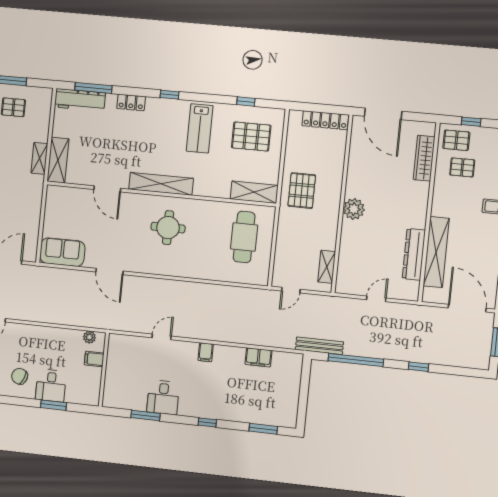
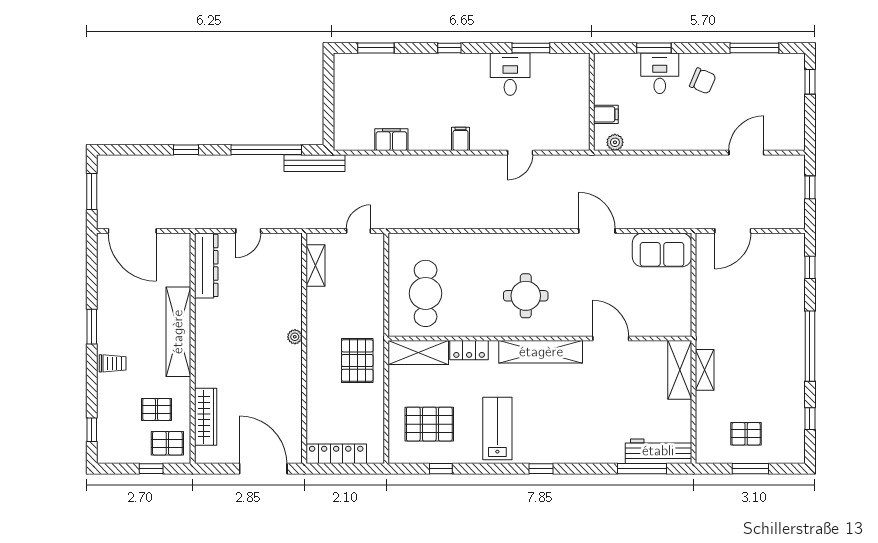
locker: (131, 102) -> (469, 350), moved, turned 180
plant: (354, 209) -> (295, 337), width x0.53, depth x0.53
shelving: (436, 252) -> (178, 332), moved
dresser: (414, 254) -> (206, 265), moved

